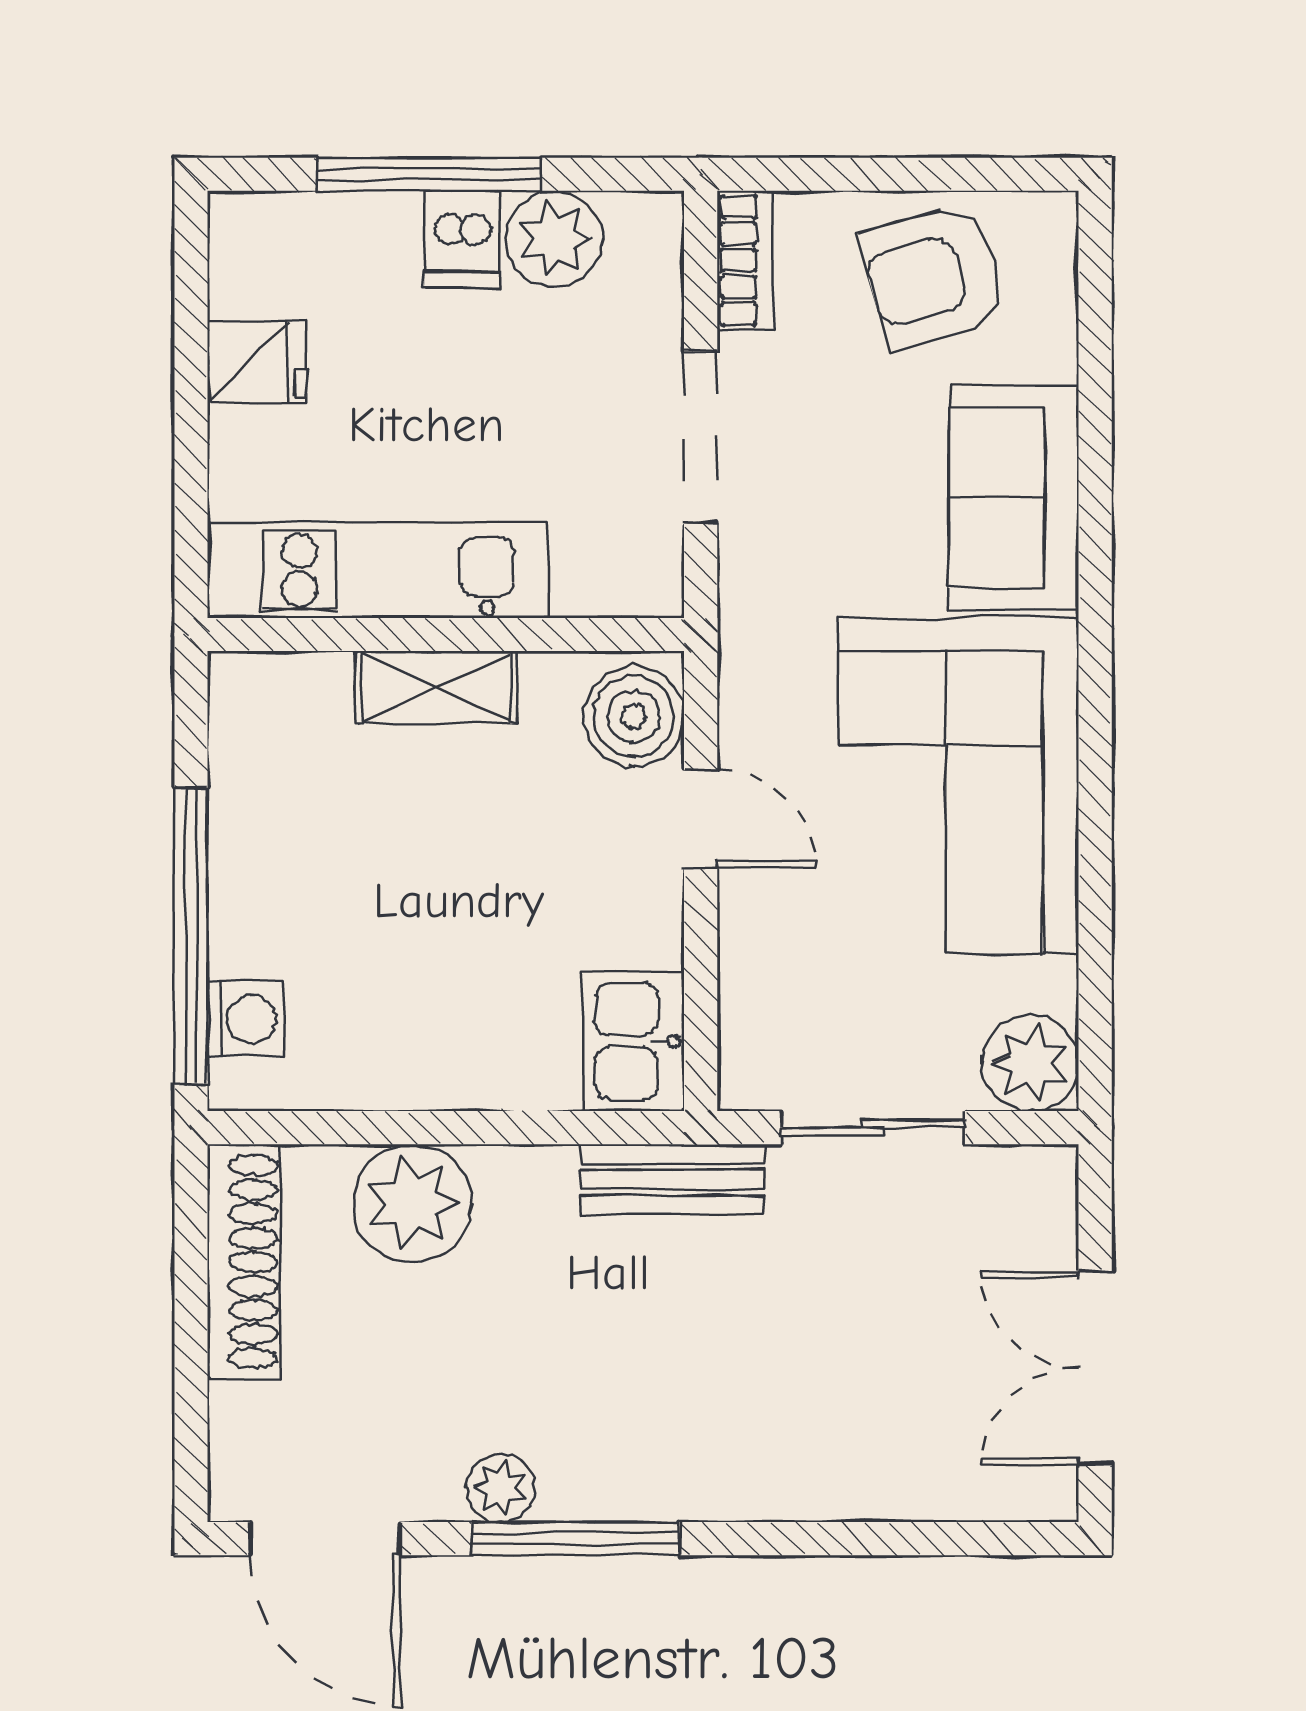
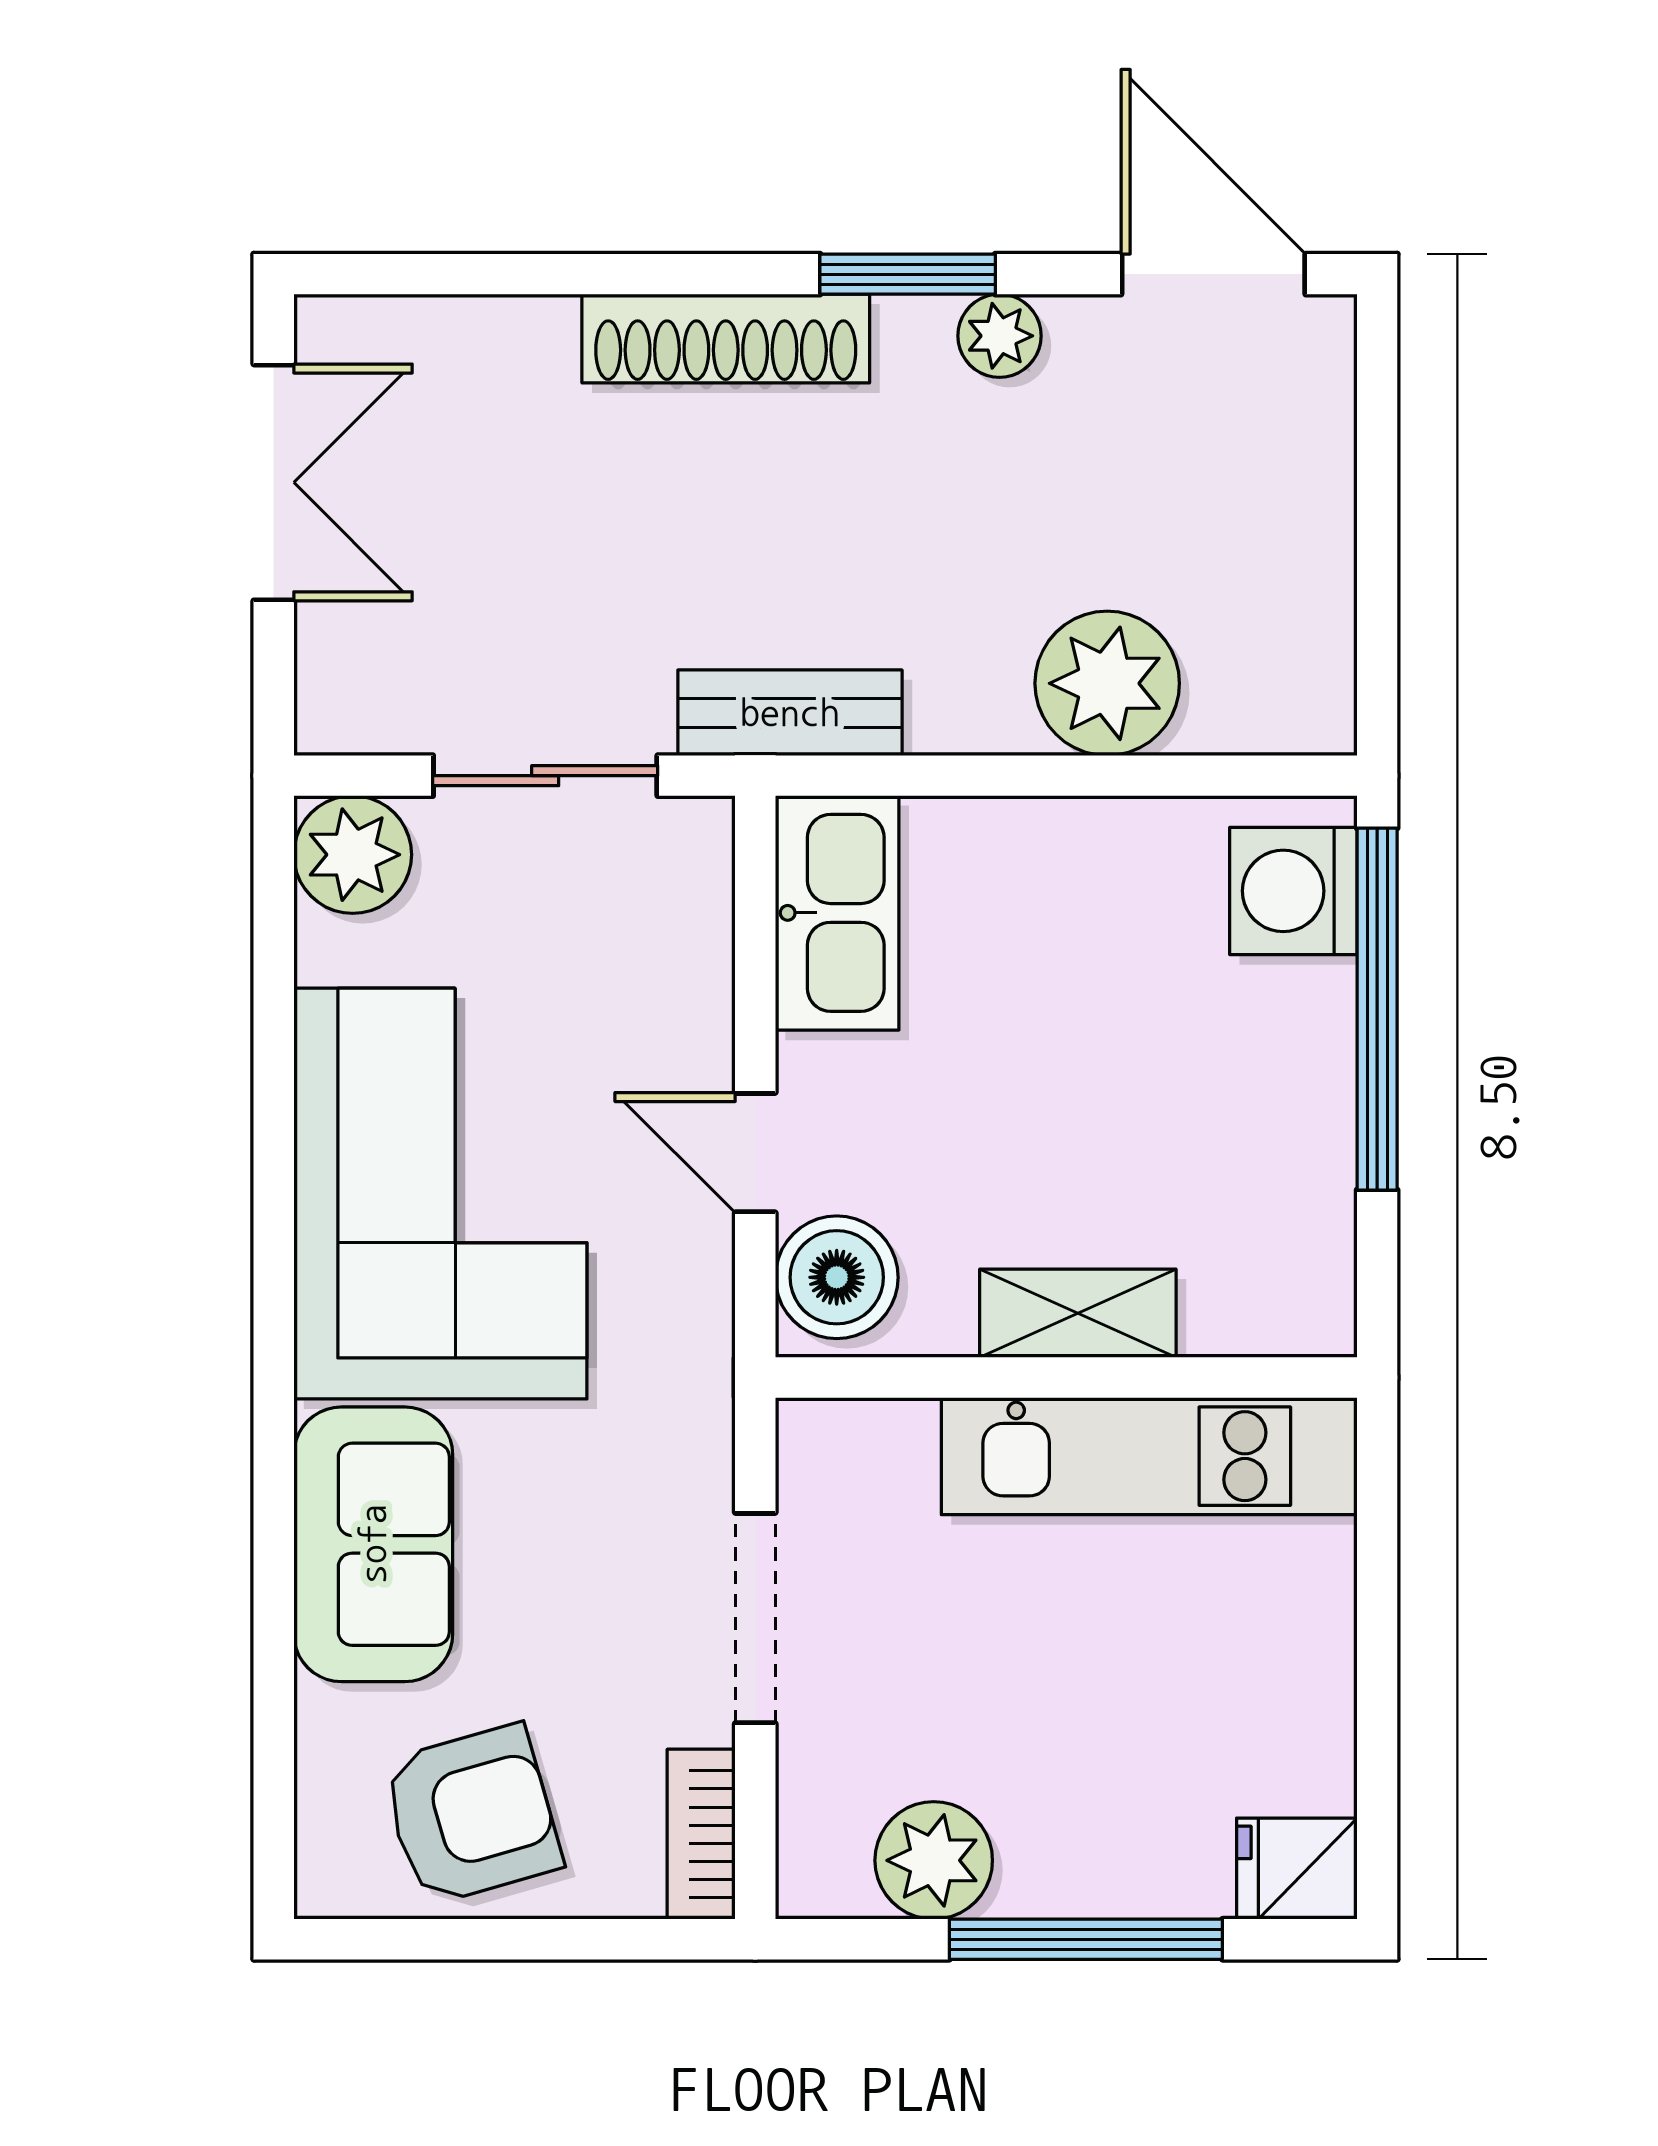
dishwasher: (462, 239) -> (1046, 1860), removed
fridge: (257, 362) -> (1297, 1869), moved
washing machine: (245, 1019) -> (1293, 891), width x1.38, depth x1.38
kitchen sink: (634, 1041) -> (837, 913), width x1.38
shoe rack: (244, 1262) -> (726, 339), moved, turned -90
window: (576, 1539) -> (908, 274), width x0.69

